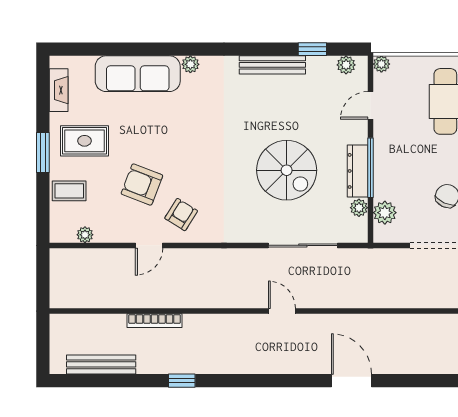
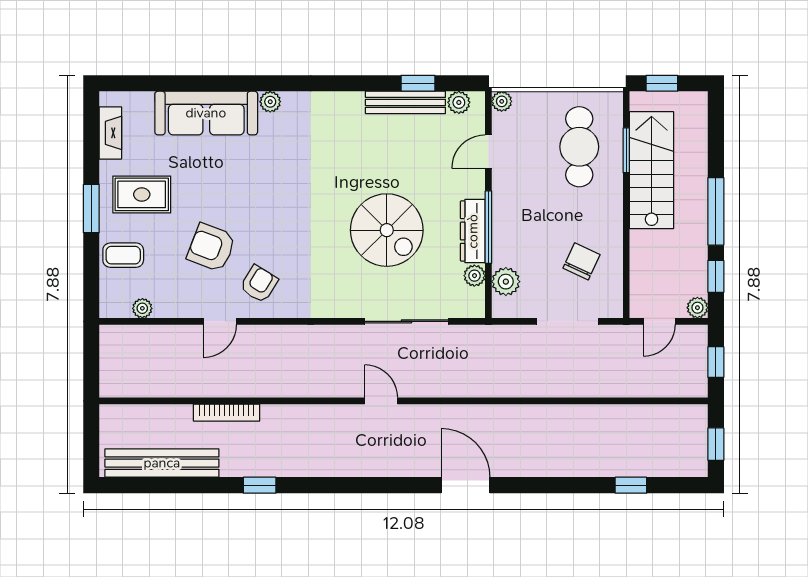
bench: (272, 65) -> (405, 102), moved
bench: (101, 364) -> (162, 463), width x1.37, depth x1.21

